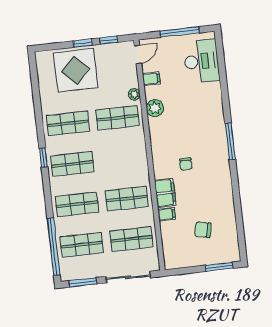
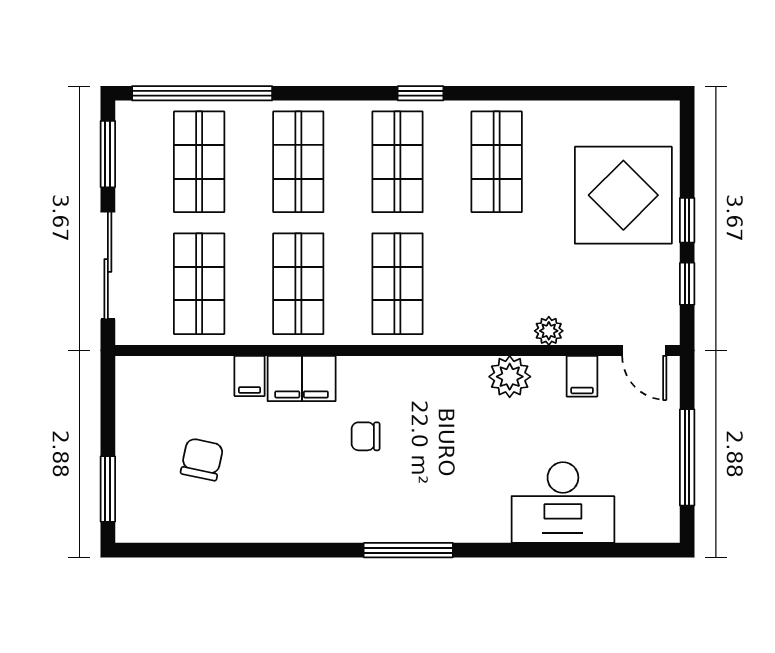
desk: (201, 61) -> (563, 503), moved
shop shelf: (118, 118) -> (397, 284), moved

